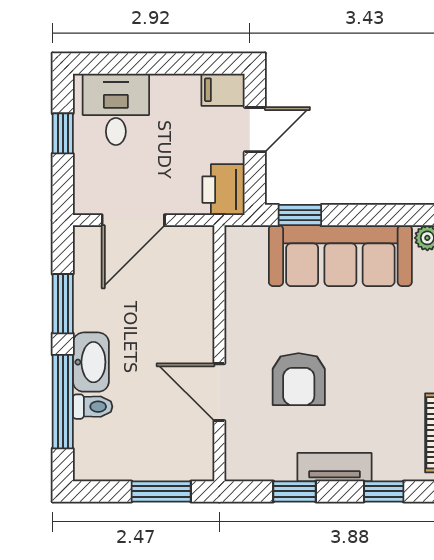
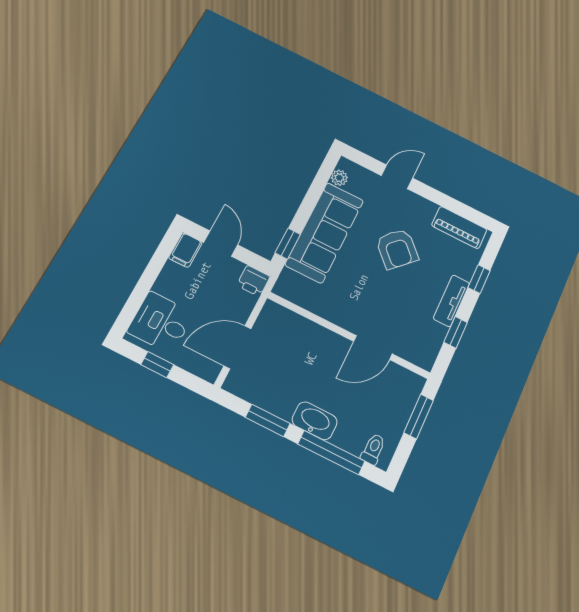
printer: (224, 190) -> (253, 281), width x0.73, depth x0.81
door: (133, 220) -> (237, 347), swing flipped
armchair: (299, 379) -> (397, 249), moved, turned 45
toilet: (93, 407) -> (373, 449), moved

